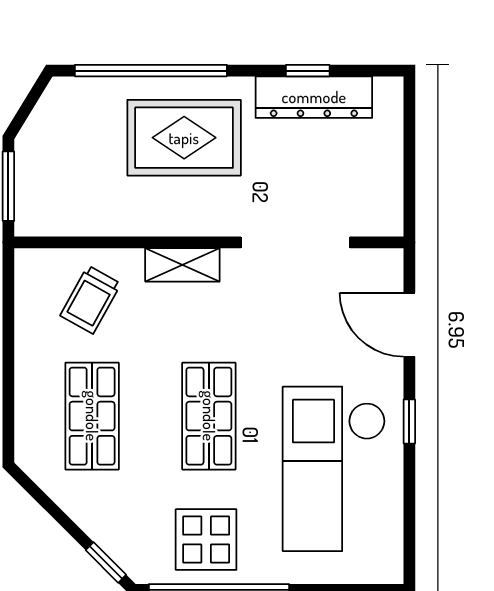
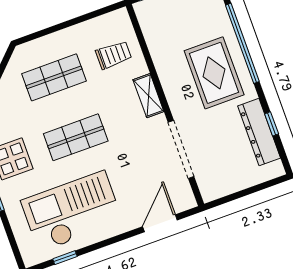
trolley: (91, 300) -> (114, 55), turned 151
window: (409, 421) -> (65, 258), moved

